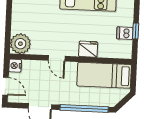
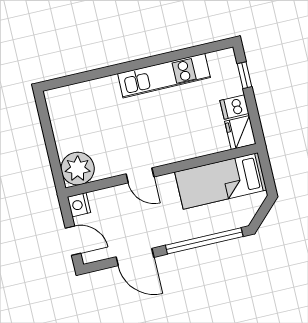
window: (136, 31) -> (244, 75), moved
fridge: (88, 49) -> (240, 133), moved, turned -90

